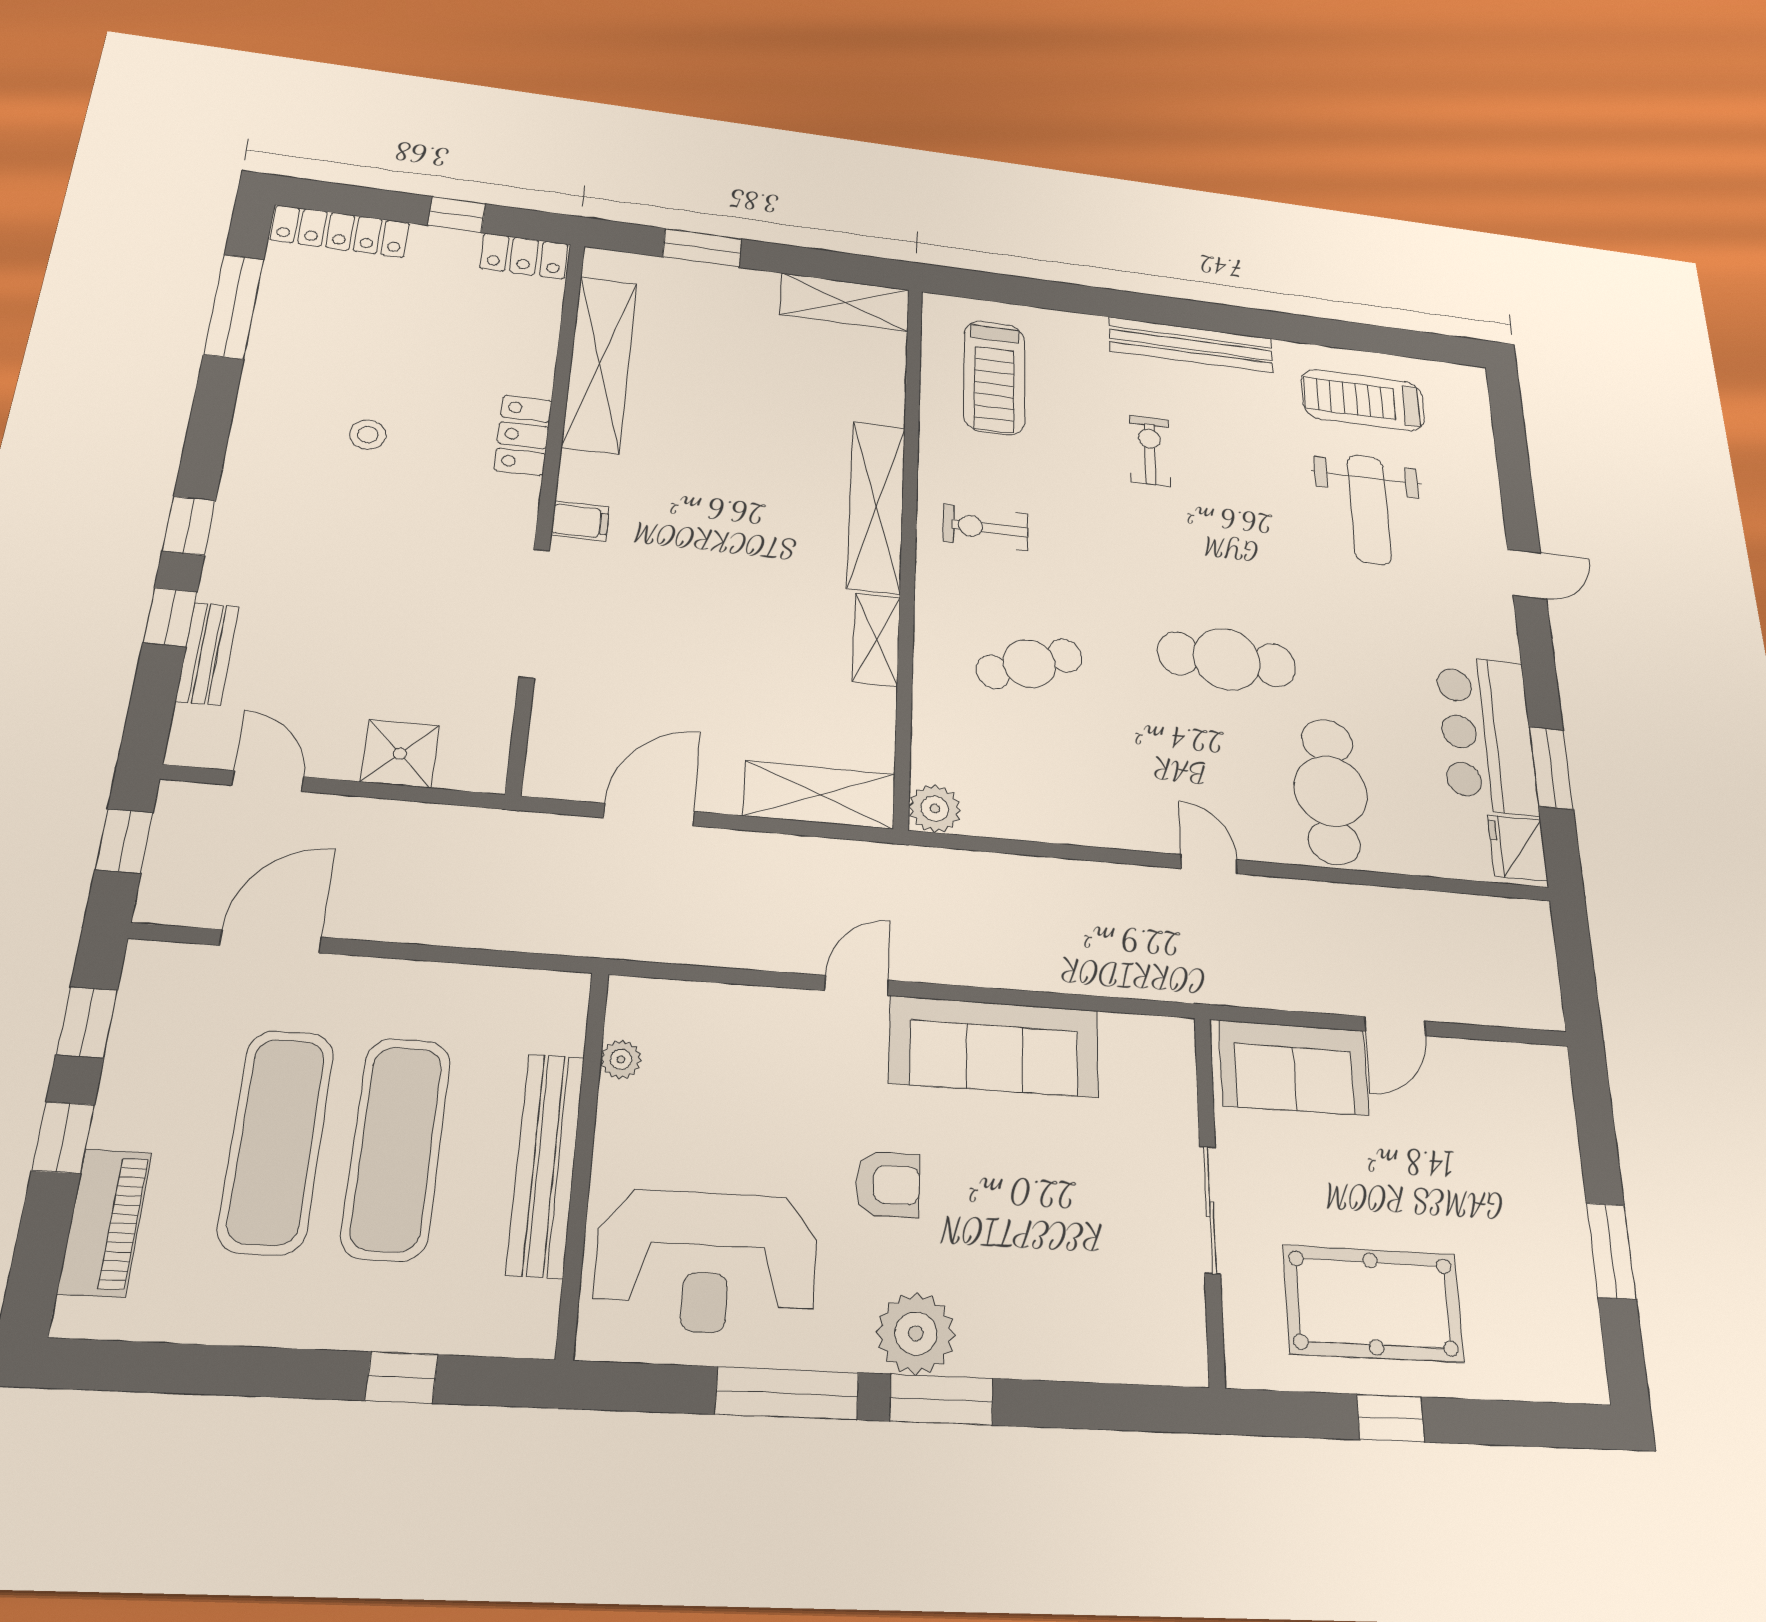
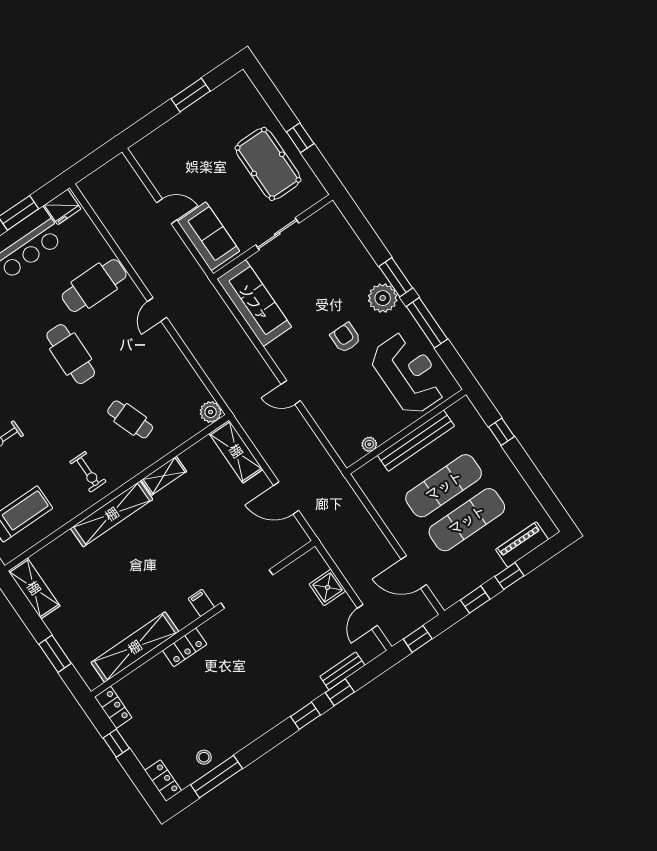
locker: (340, 231) -> (163, 781), width x0.66
stool: (368, 435) -> (204, 757), moved
sofa: (994, 1047) -> (254, 303), moved

